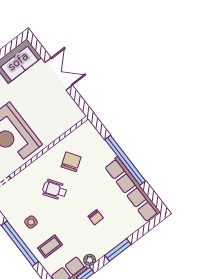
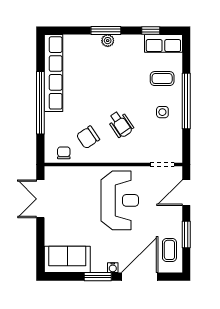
double door: (59, 74) -> (40, 199), moved
chair: (96, 217) -> (64, 153), moved
plant: (90, 260) -> (108, 41), moved

